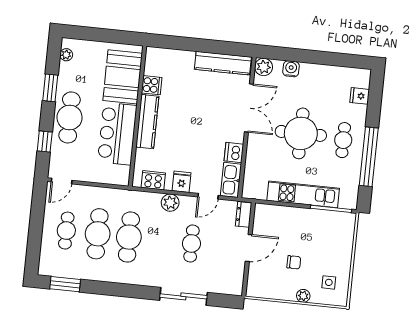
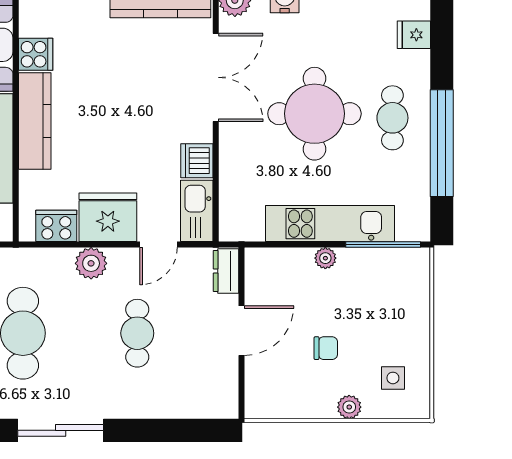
fridge: (182, 182) -> (108, 217), width x1.88, depth x1.34
plant: (299, 213) -> (325, 258), added
sliding door: (183, 296) -> (61, 430), moved

